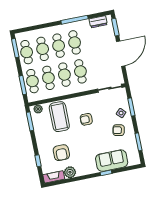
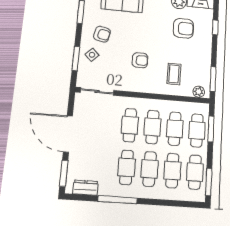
door: (121, 54) -> (68, 134), hinge flipped
coffee table: (59, 117) -> (174, 74), width x0.54, depth x0.58
armchair: (61, 153) -> (183, 28), turned 90

